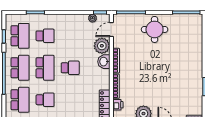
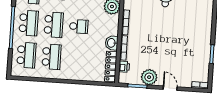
washbasin: (104, 62) -> (112, 43), moved
school desk: (45, 100) -> (52, 57), width x1.85

